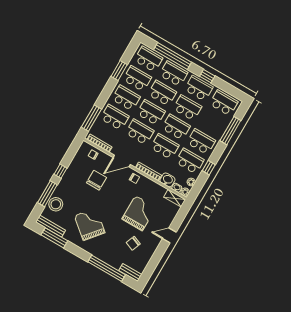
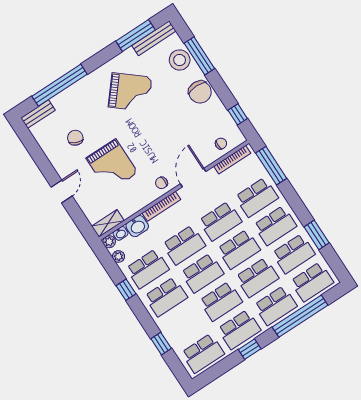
window: (230, 131) -> (161, 344), width x0.46
window: (61, 171) -> (238, 114), moved
chair: (96, 180) -> (200, 92), moved

